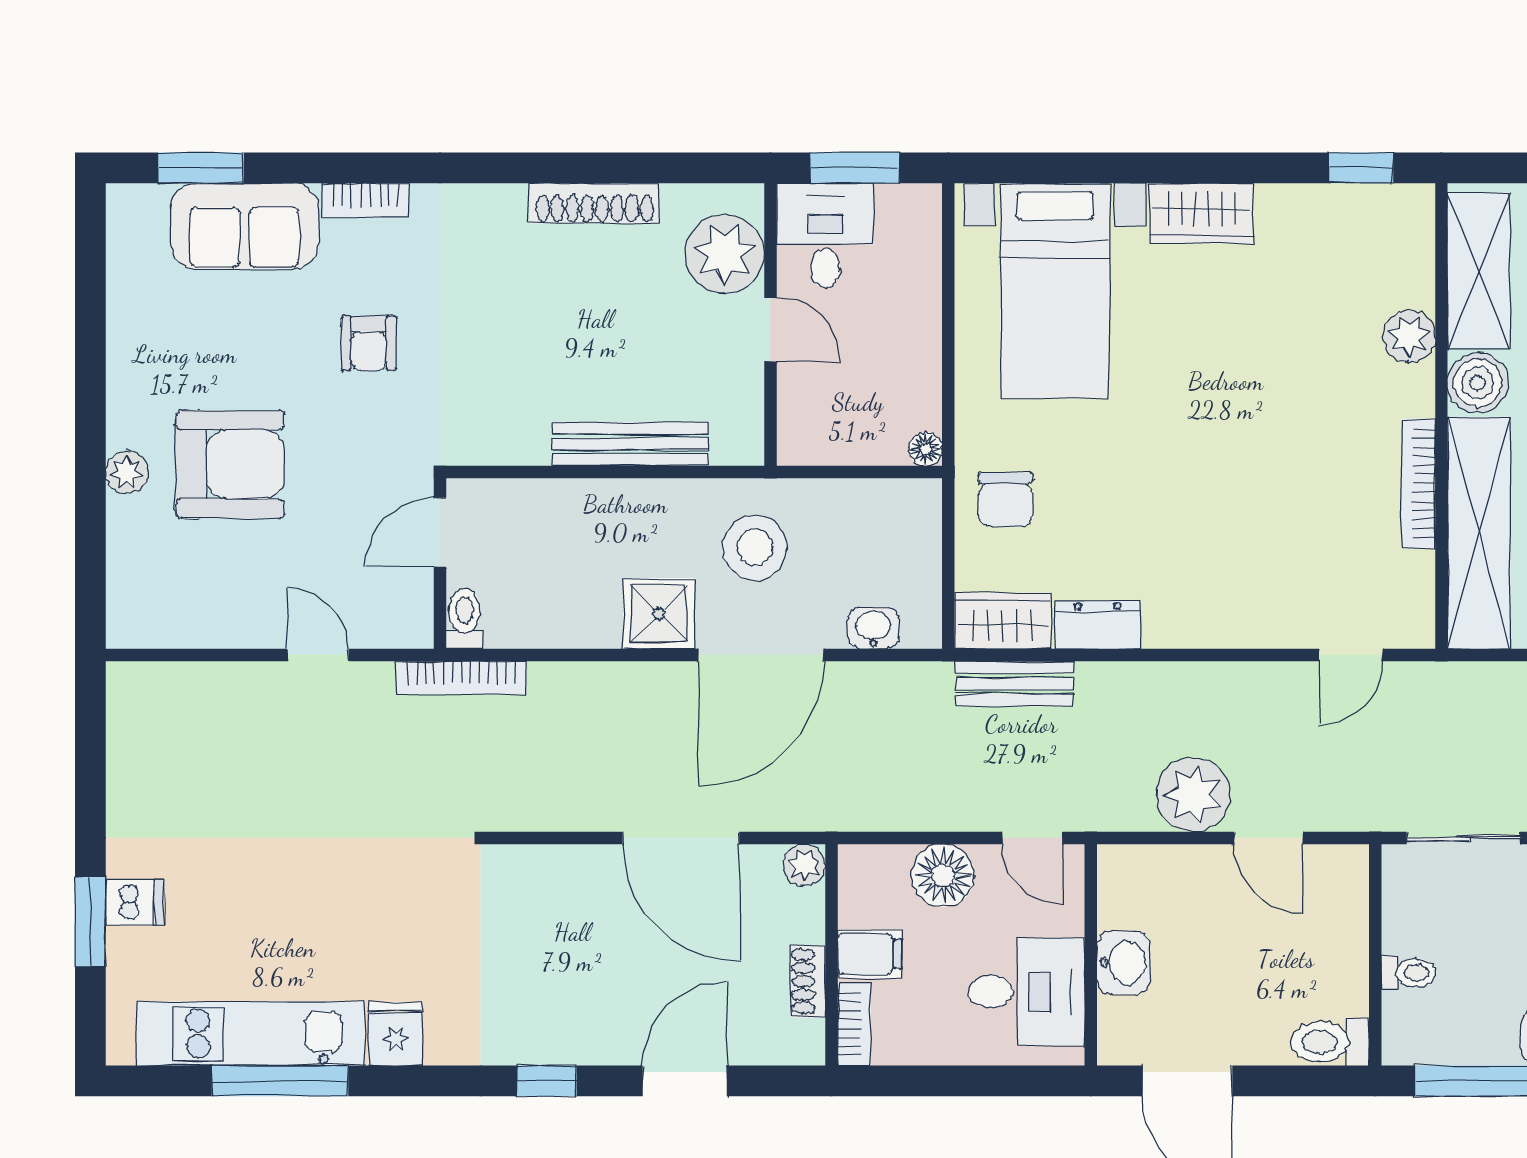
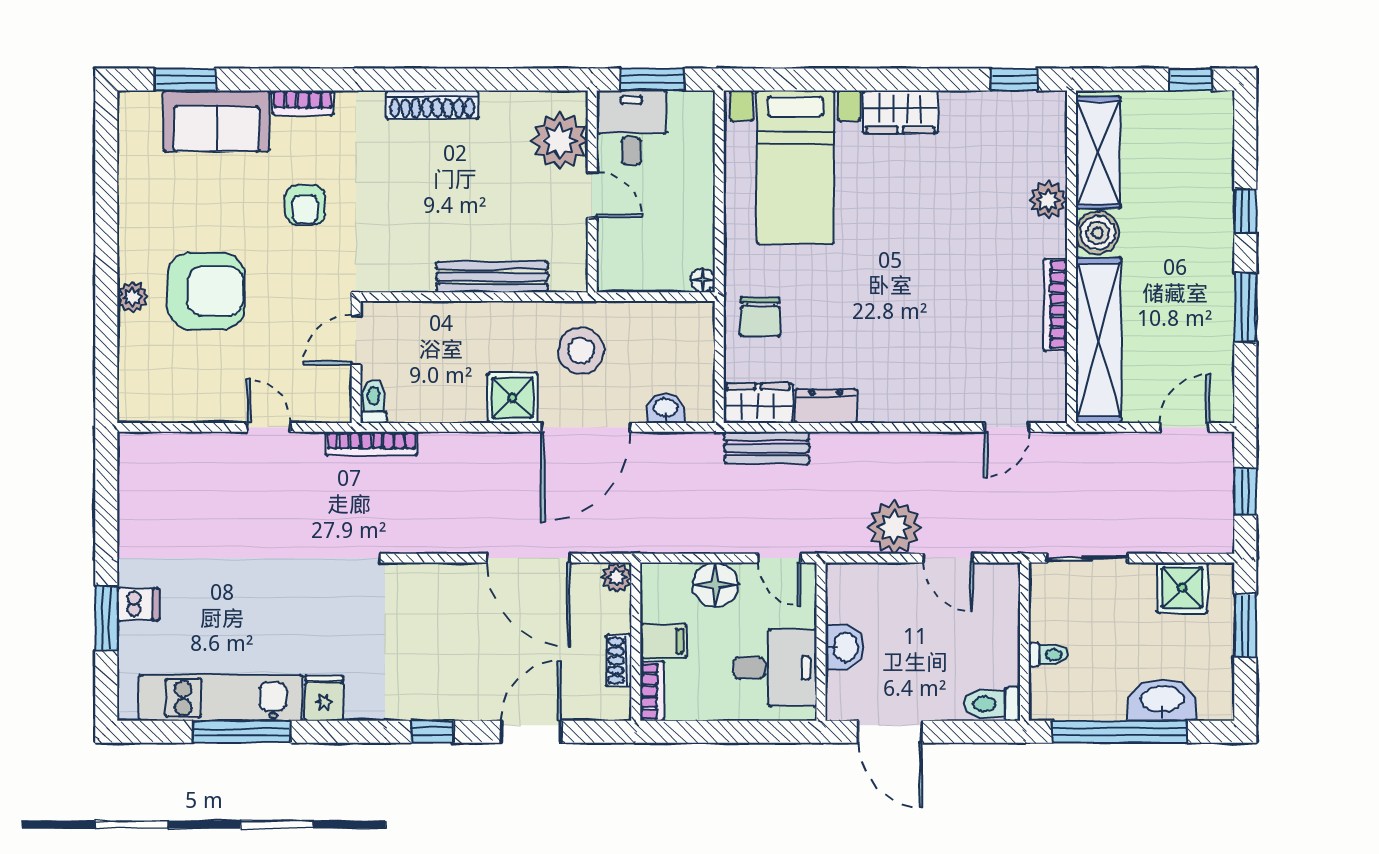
shoe rack: (595, 203) -> (432, 105), moved

